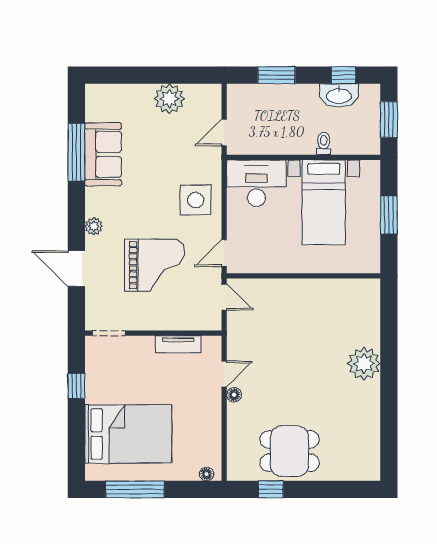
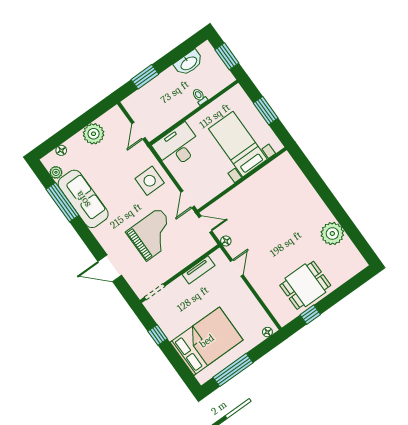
window: (344, 75) -> (183, 49), removed
floor lamp: (118, 91) -> (61, 150), added
sofa: (103, 154) -> (83, 199), width x1.36
bed with nightstands: (324, 202) -> (238, 144), moved, turned 180
plant: (94, 226) -> (56, 172), moved
plant: (364, 364) -> (332, 234), moved
floor lamp: (234, 395) -> (226, 241), moved

